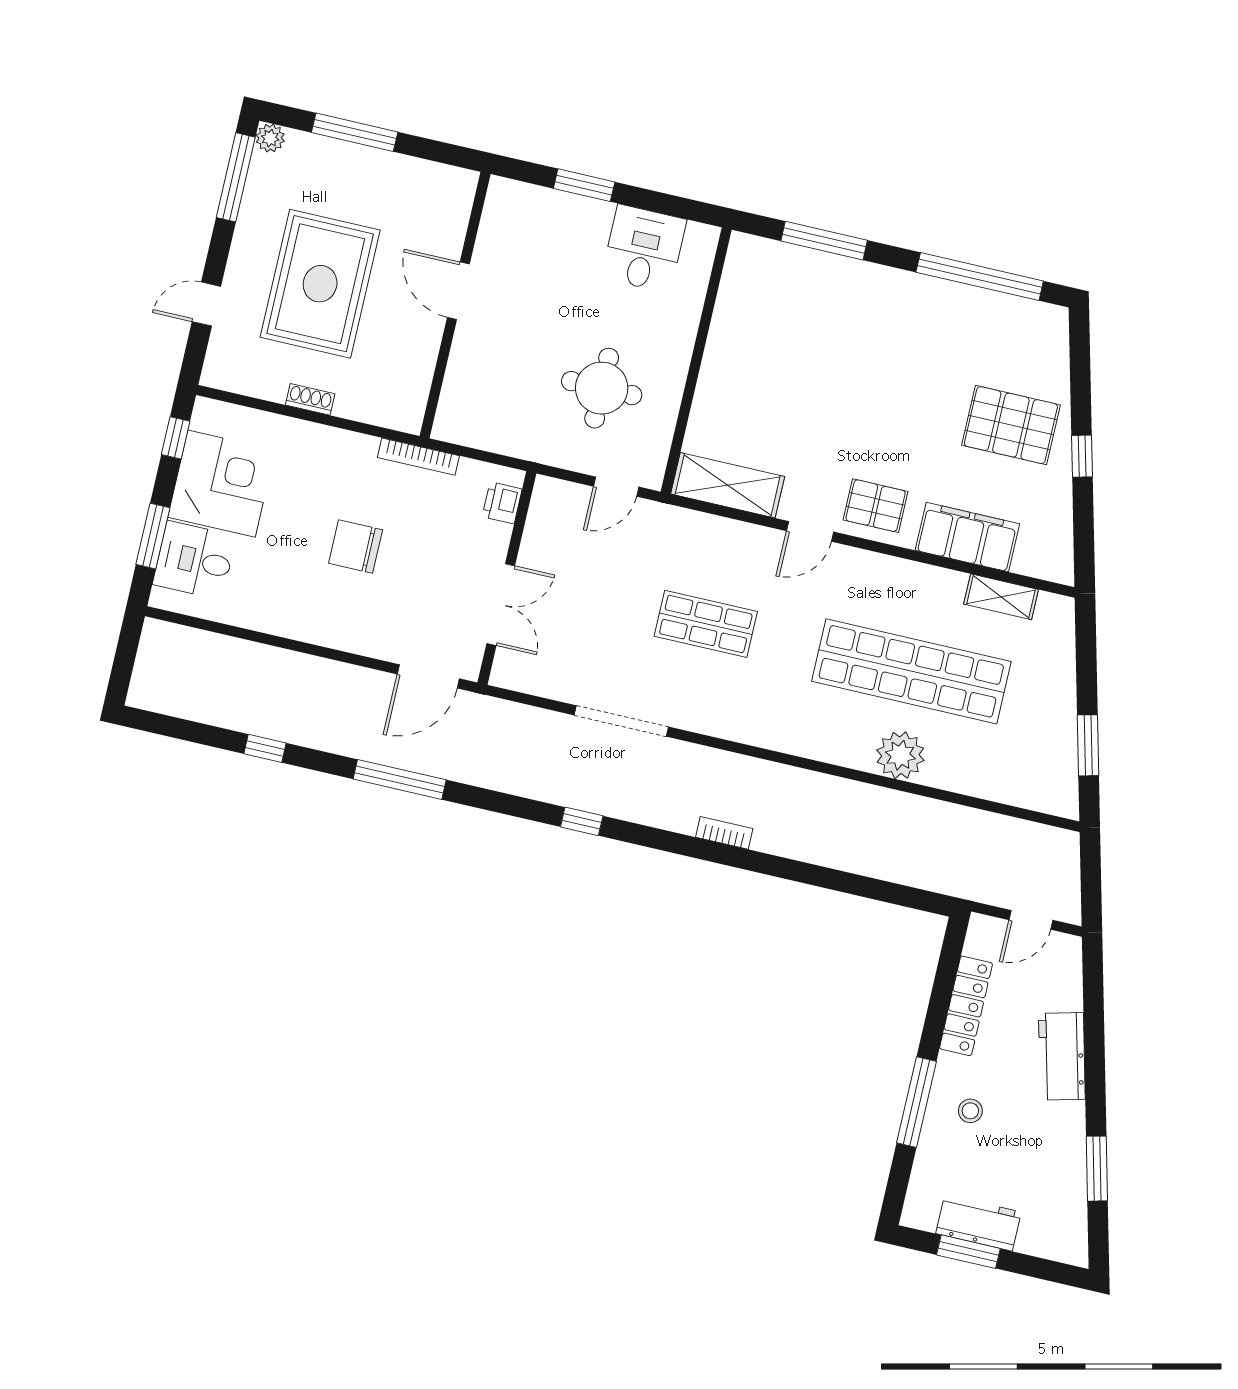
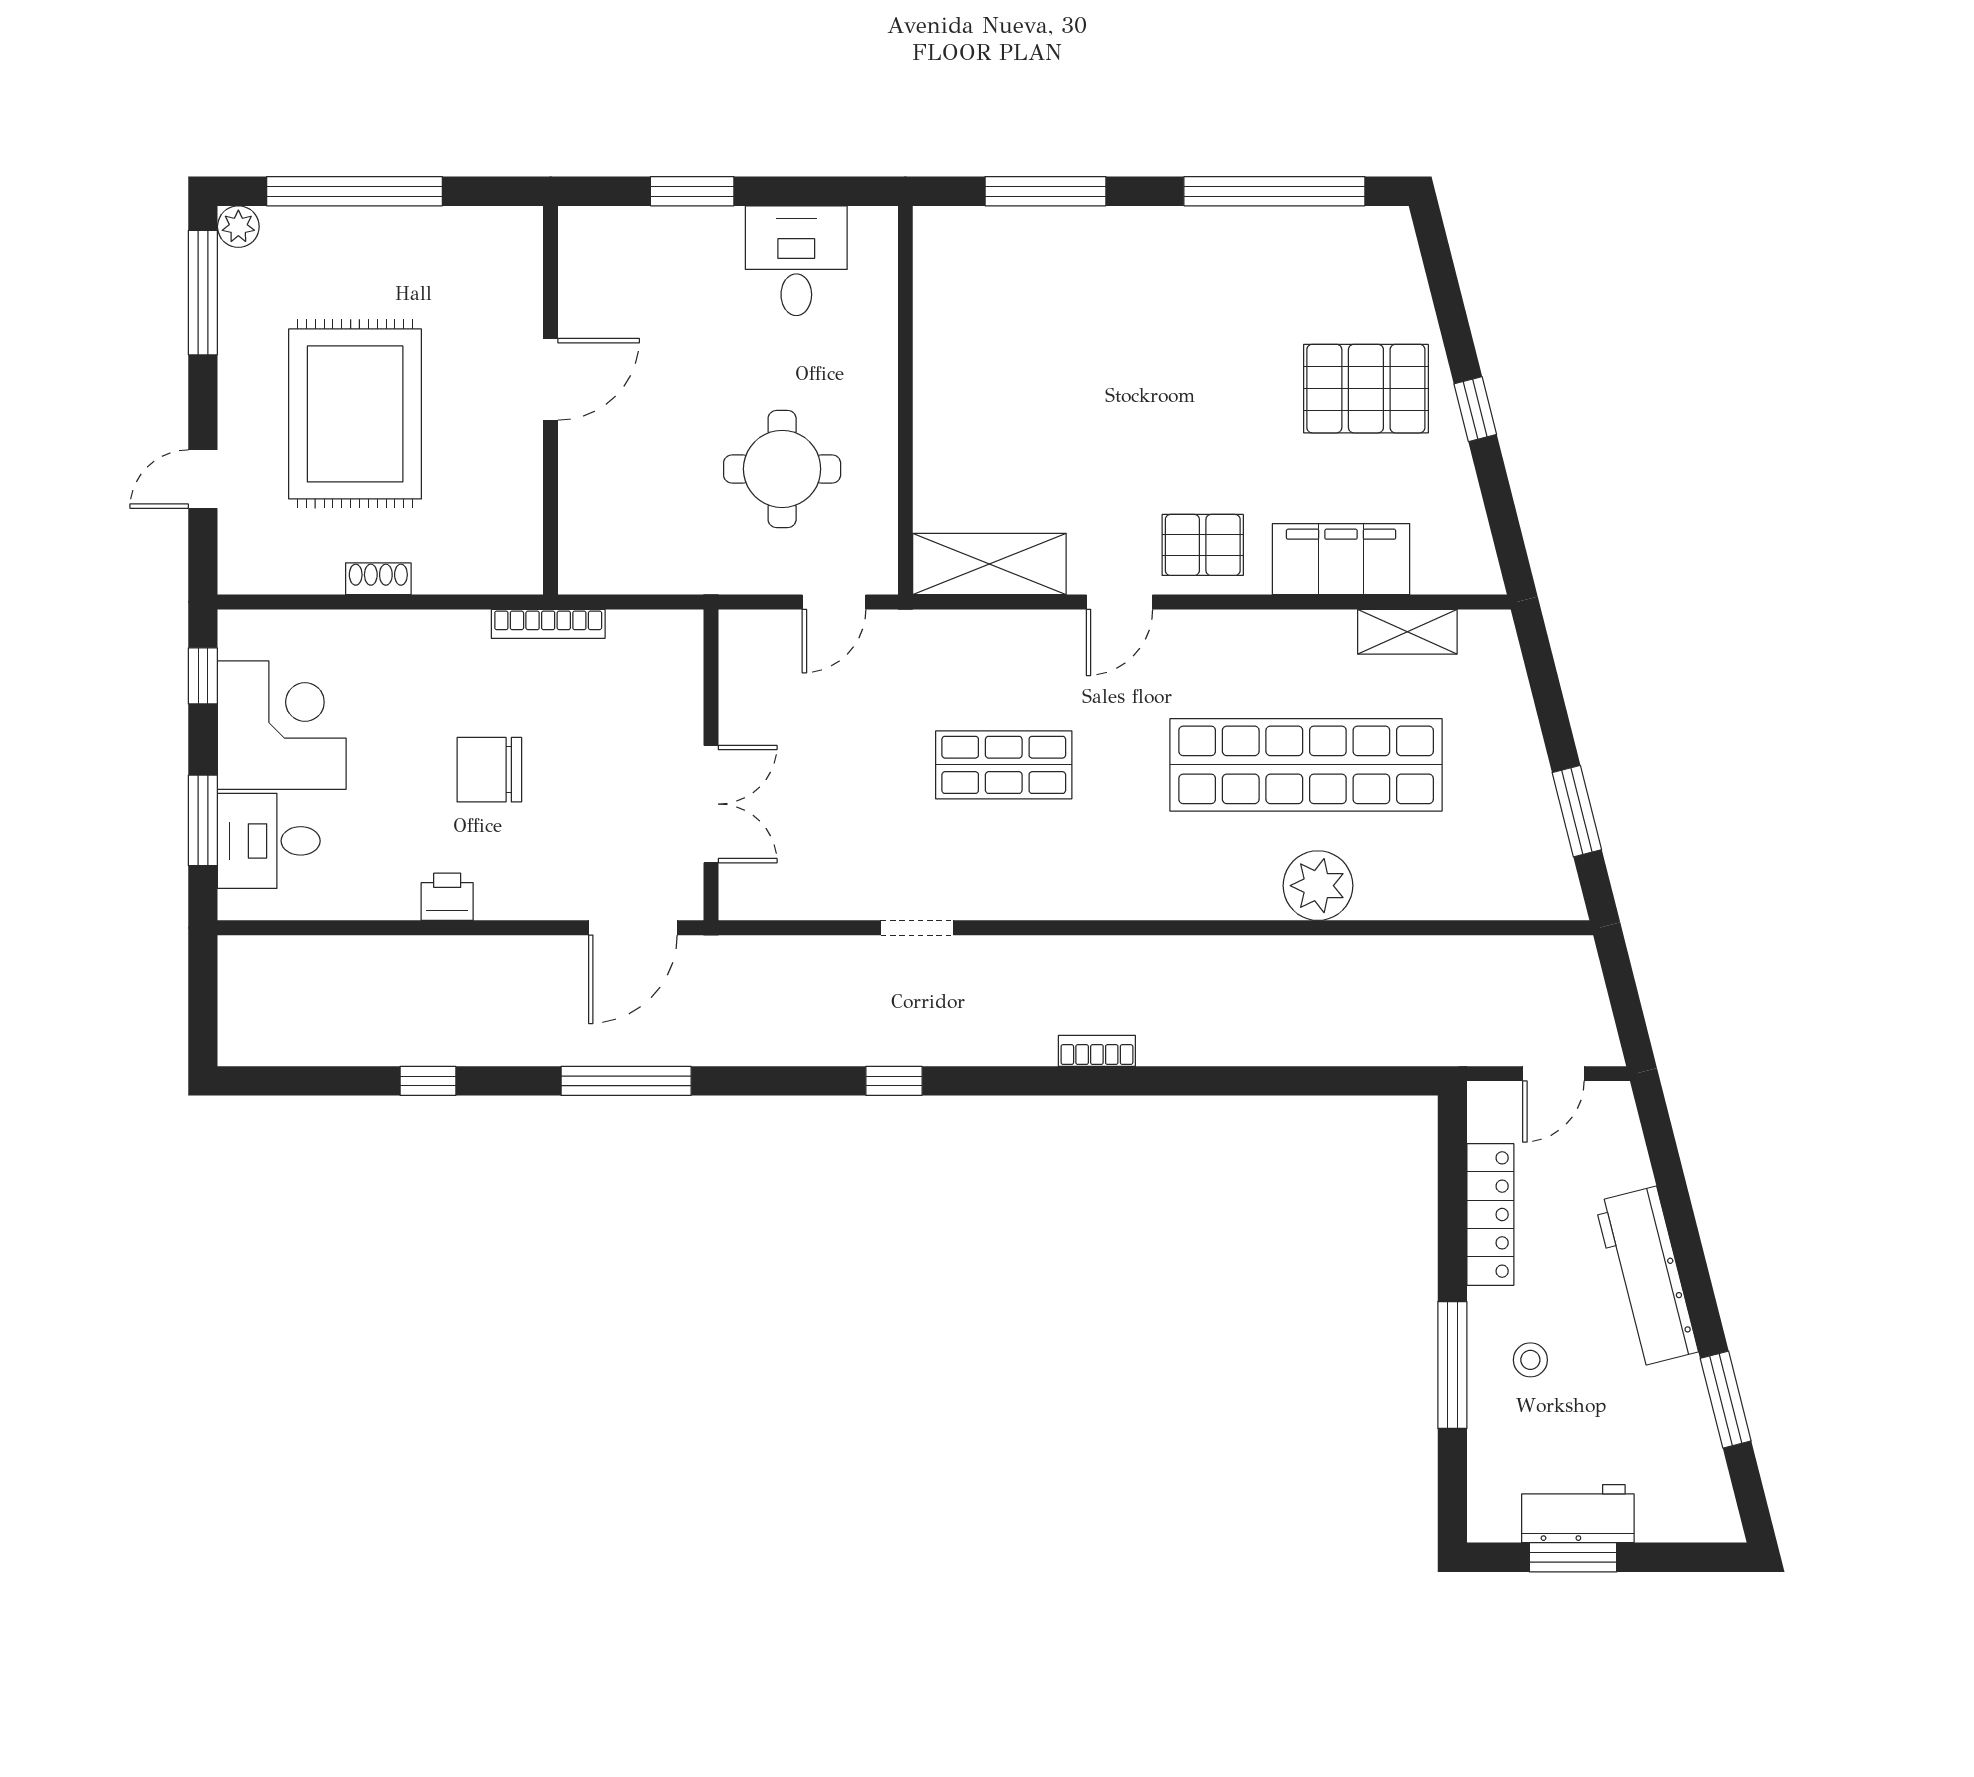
window: (355, 132) -> (354, 191), width x1.46
door: (458, 291) -> (551, 379), swing flipped
printer: (502, 503) -> (447, 897), moved, turned 90
doorway: (621, 721) -> (917, 928), width x0.53
workbench: (1062, 1056) -> (1646, 1277), width x1.38

